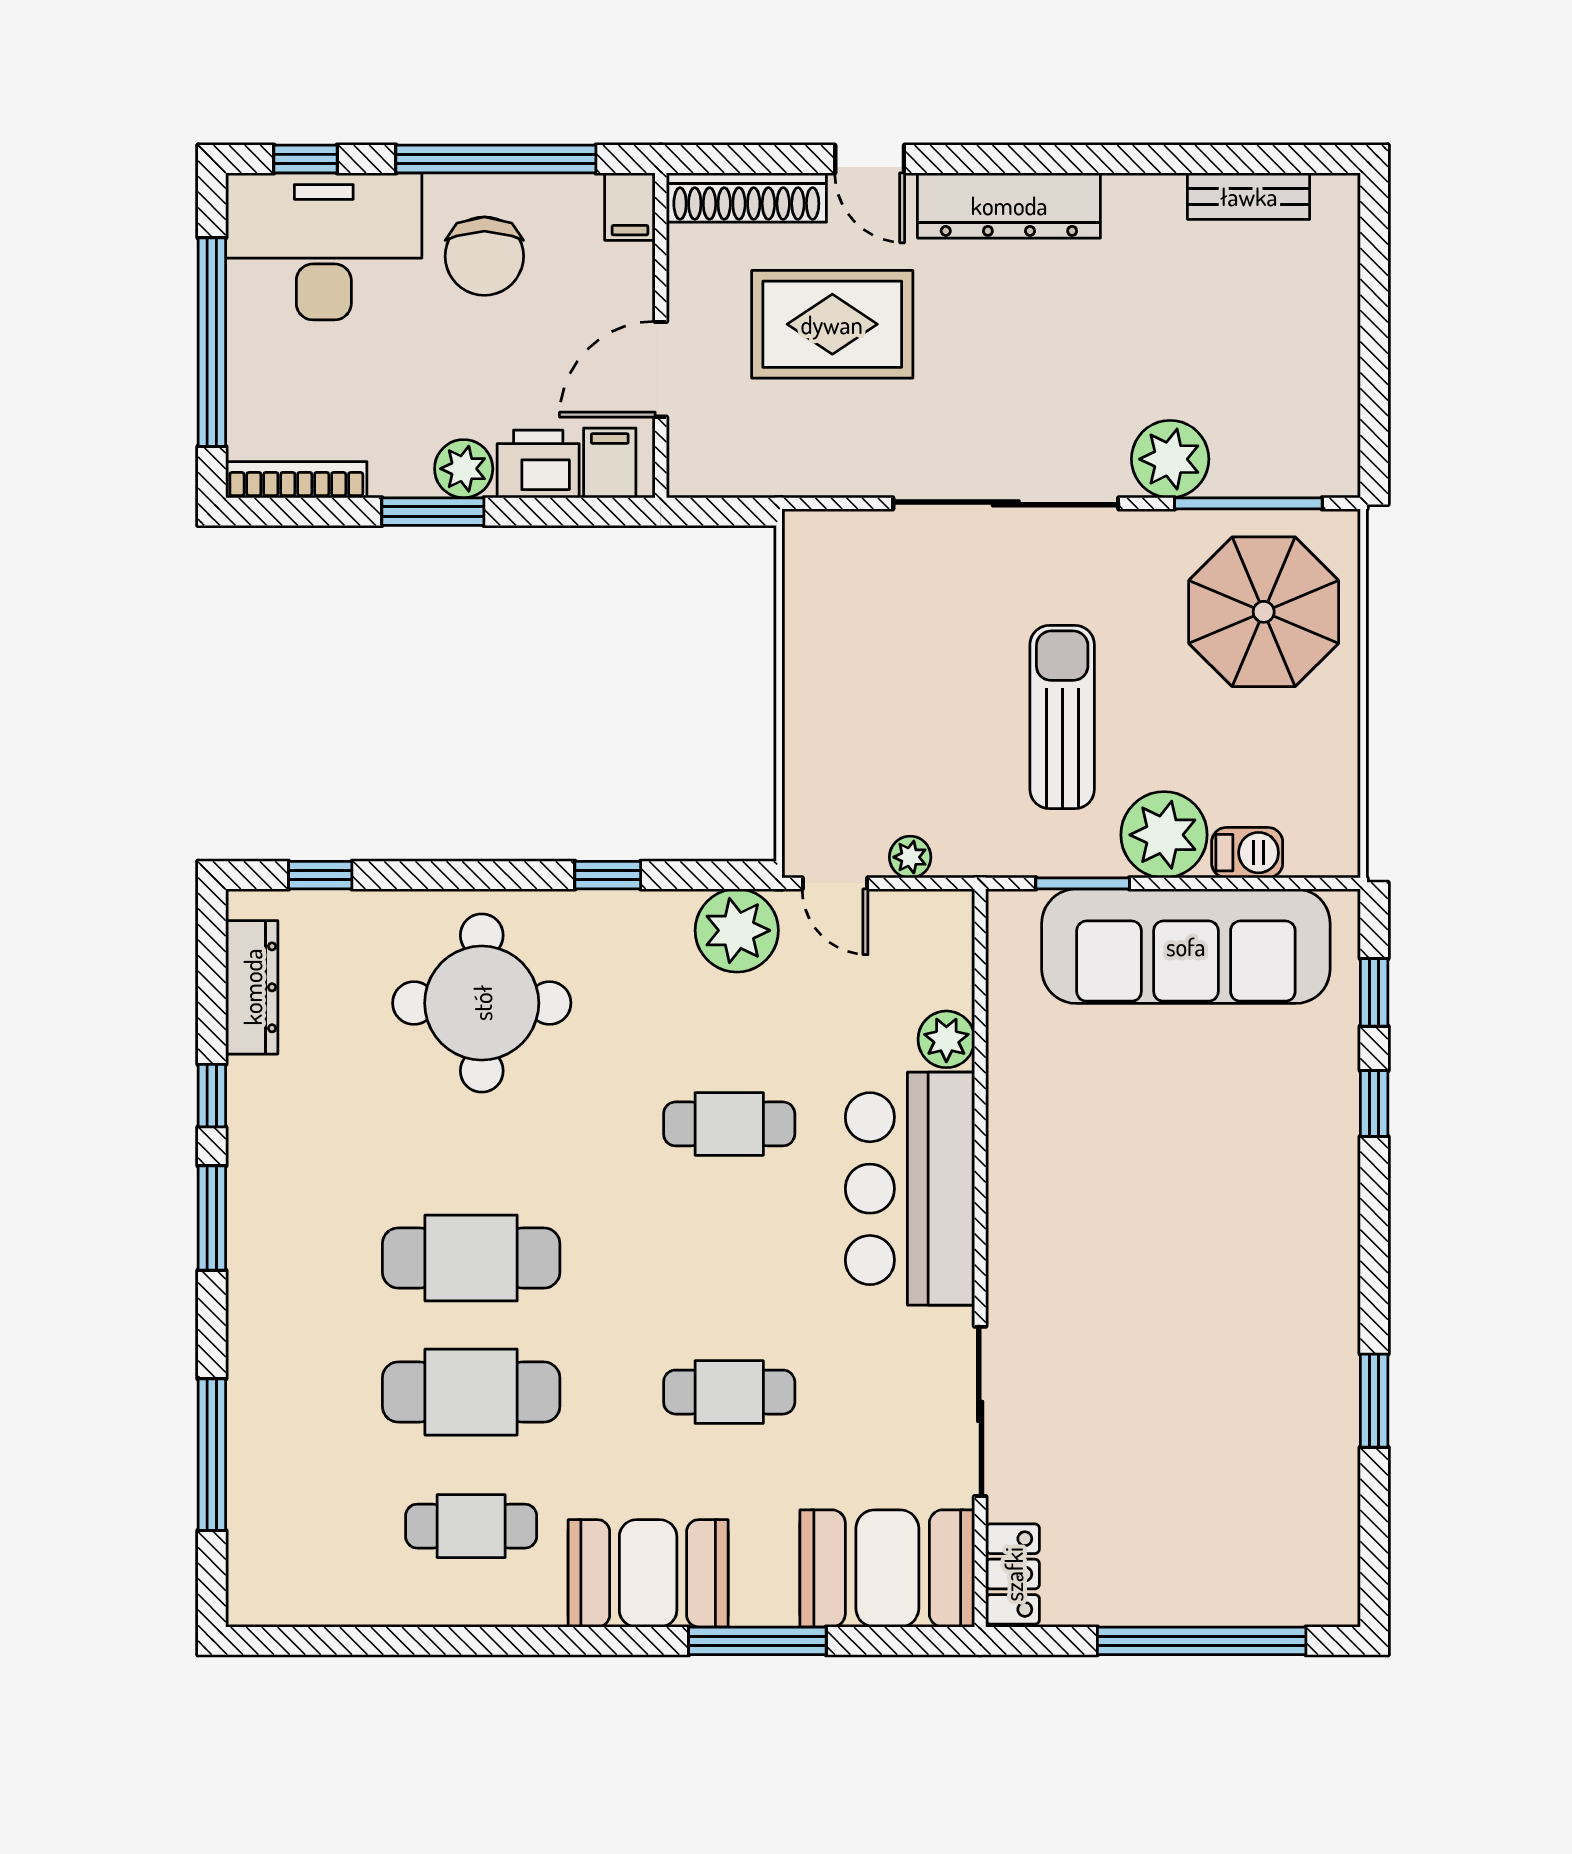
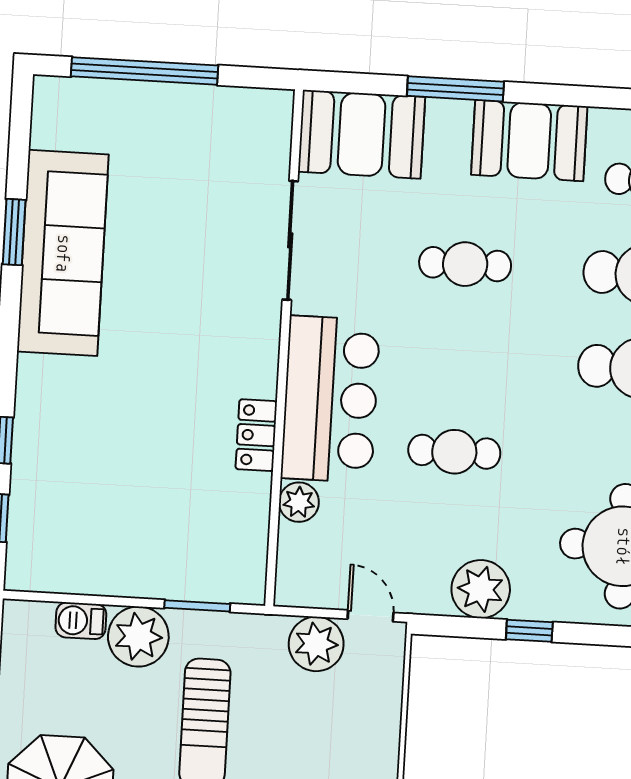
plant: (910, 857) -> (316, 644), width x1.87, depth x1.87
plant: (737, 930) -> (481, 589), moved
sofa: (1186, 946) -> (63, 253), moved, turned 90
locker: (1013, 1574) -> (256, 435), moved

